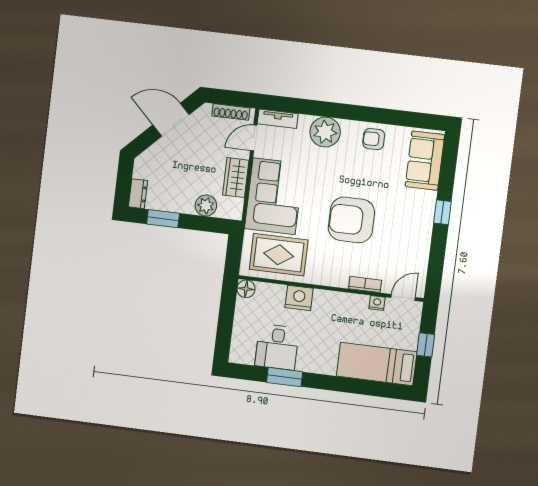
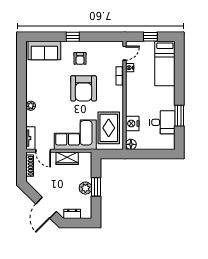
door: (171, 120) -> (46, 208), moved
plant: (325, 132) -> (31, 106), width x0.53, depth x0.53
armchair: (374, 139) -> (80, 58), moved
dresser: (138, 194) -> (72, 214), moved
plant: (206, 206) -> (85, 188), moved
window: (163, 219) -> (96, 187), moved
door: (403, 297) -> (125, 53), swing flipped
nightstand: (299, 298) -> (132, 124), moved

